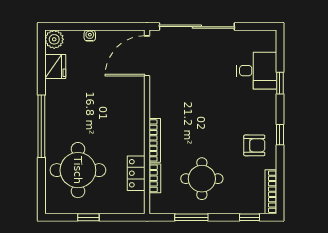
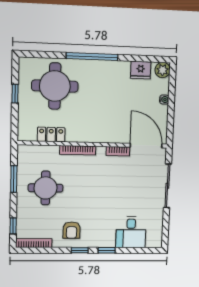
sliding door: (197, 27) -> (167, 186), width x0.73
window: (280, 83) -> (107, 250), moved
bookcase: (155, 178) -> (118, 151), moved

